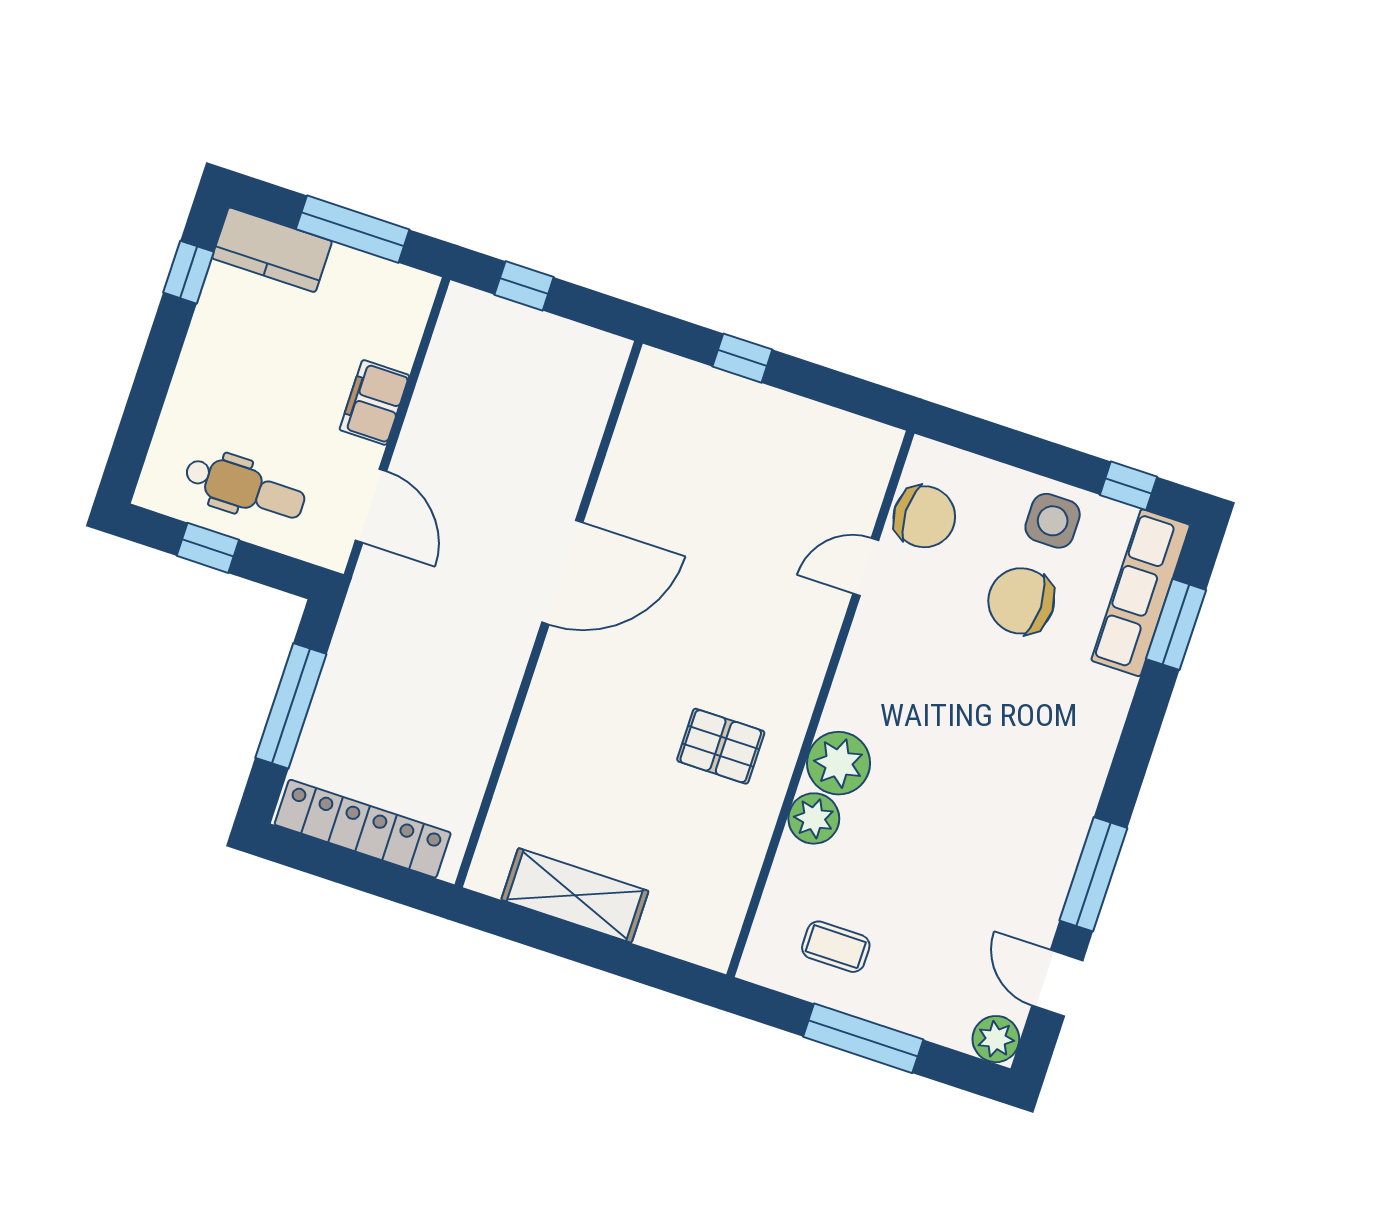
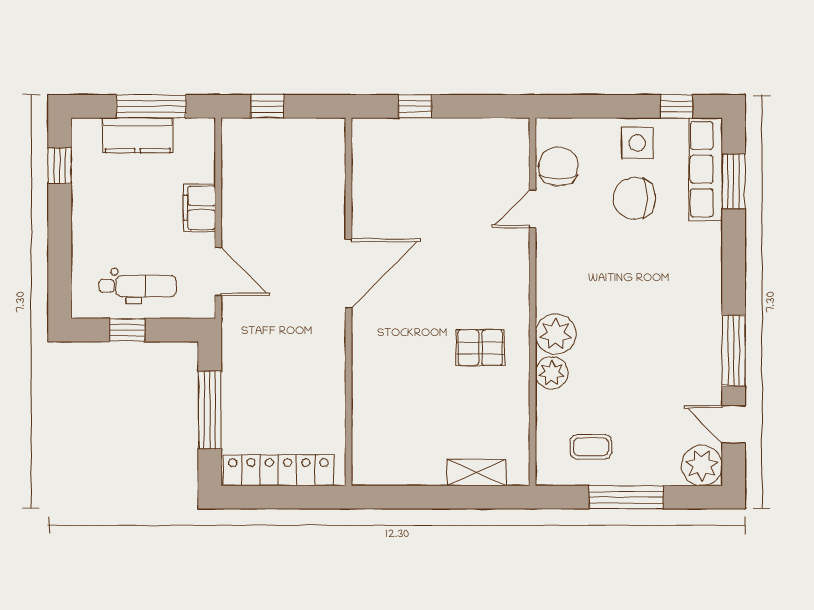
kitchen counter: (272, 250) -> (138, 135), moved
chair: (924, 517) -> (558, 166), turned -90
shelving: (575, 895) -> (477, 473), moved, width x0.67, depth x0.75
plant: (996, 1039) -> (702, 465), width x1.36, depth x1.36

